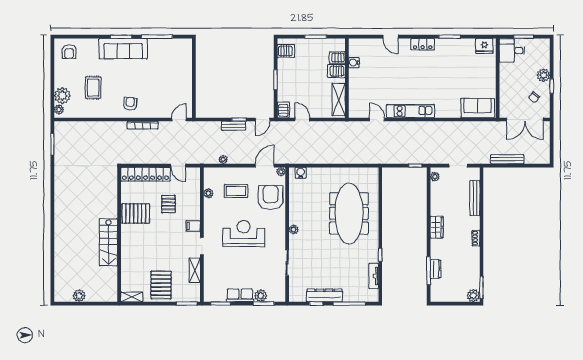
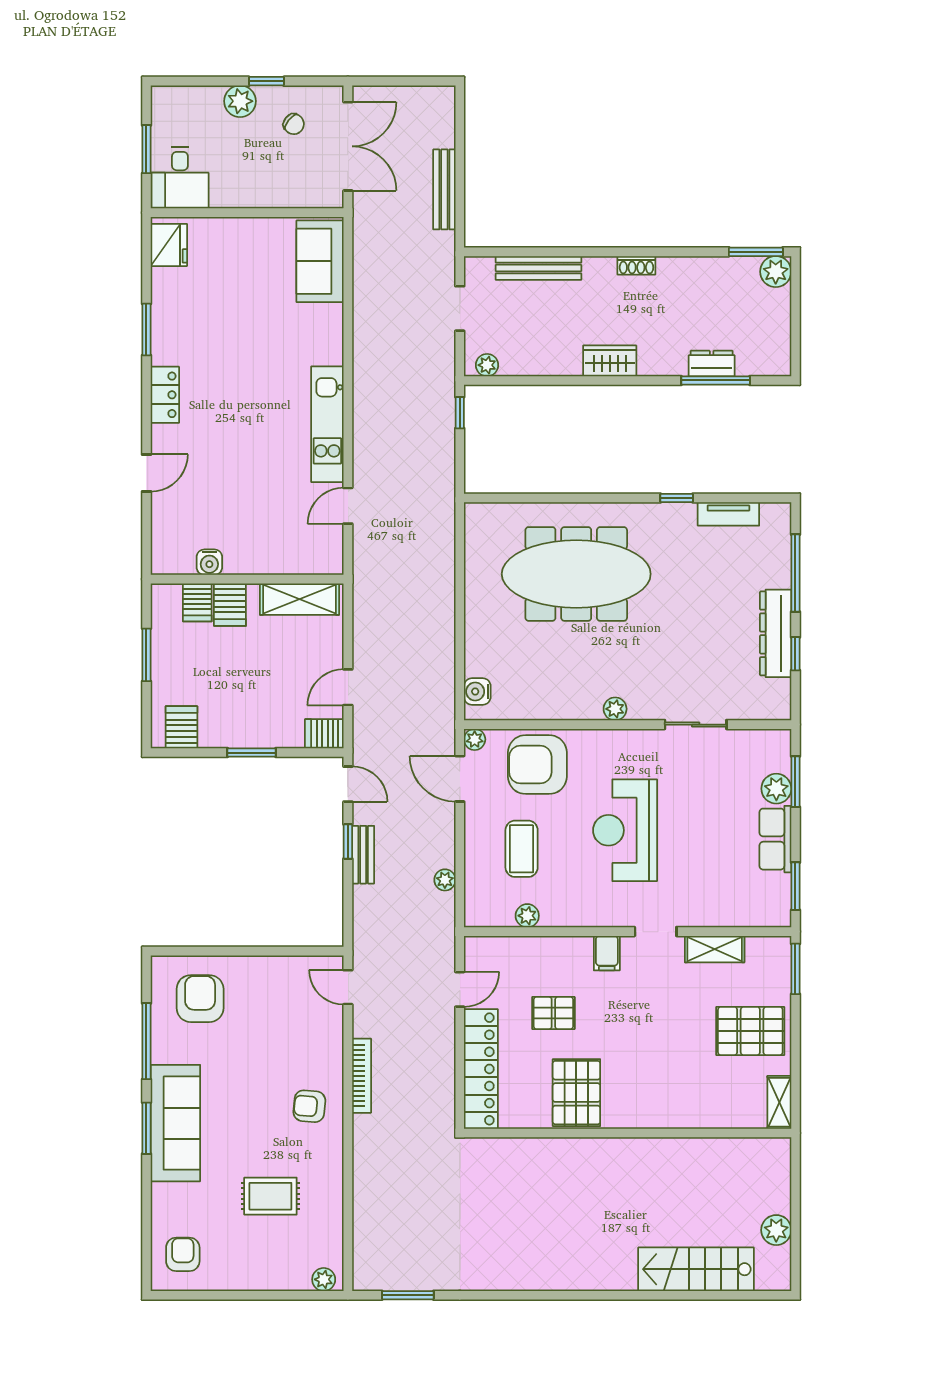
armchair: (69, 52) -> (183, 1254), turned -90
armchair: (174, 59) -> (200, 999), added
plant: (62, 96) -> (290, 1271), removed
stairs: (108, 242) -> (696, 1269), moved, turned 180

